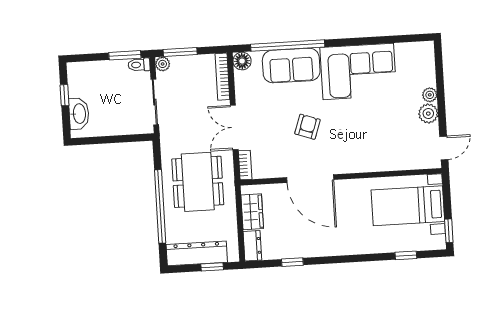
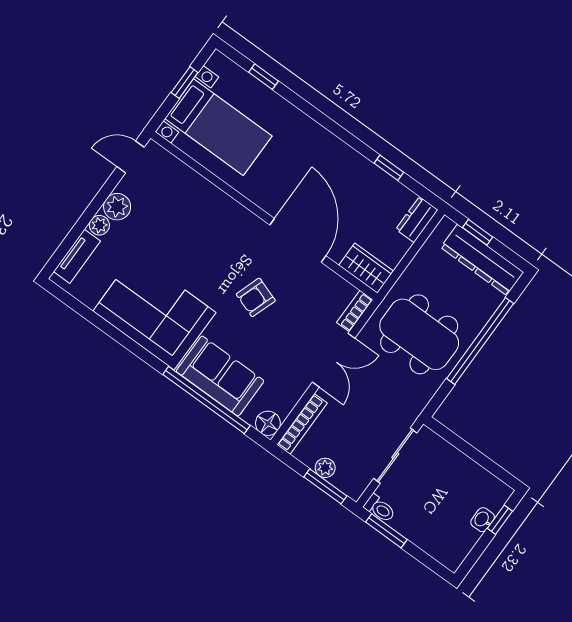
plant: (163, 64) -> (325, 468), moved
tv unit: (428, 67) -> (77, 256), added
window: (65, 95) -> (500, 520), moved
washbasin: (79, 114) -> (483, 520), width x0.52, depth x0.69
dining table: (198, 182) -> (419, 334), turned 90
wardrobe: (252, 212) -> (366, 268), moved, turned 90
window: (449, 231) -> (185, 83), moved

